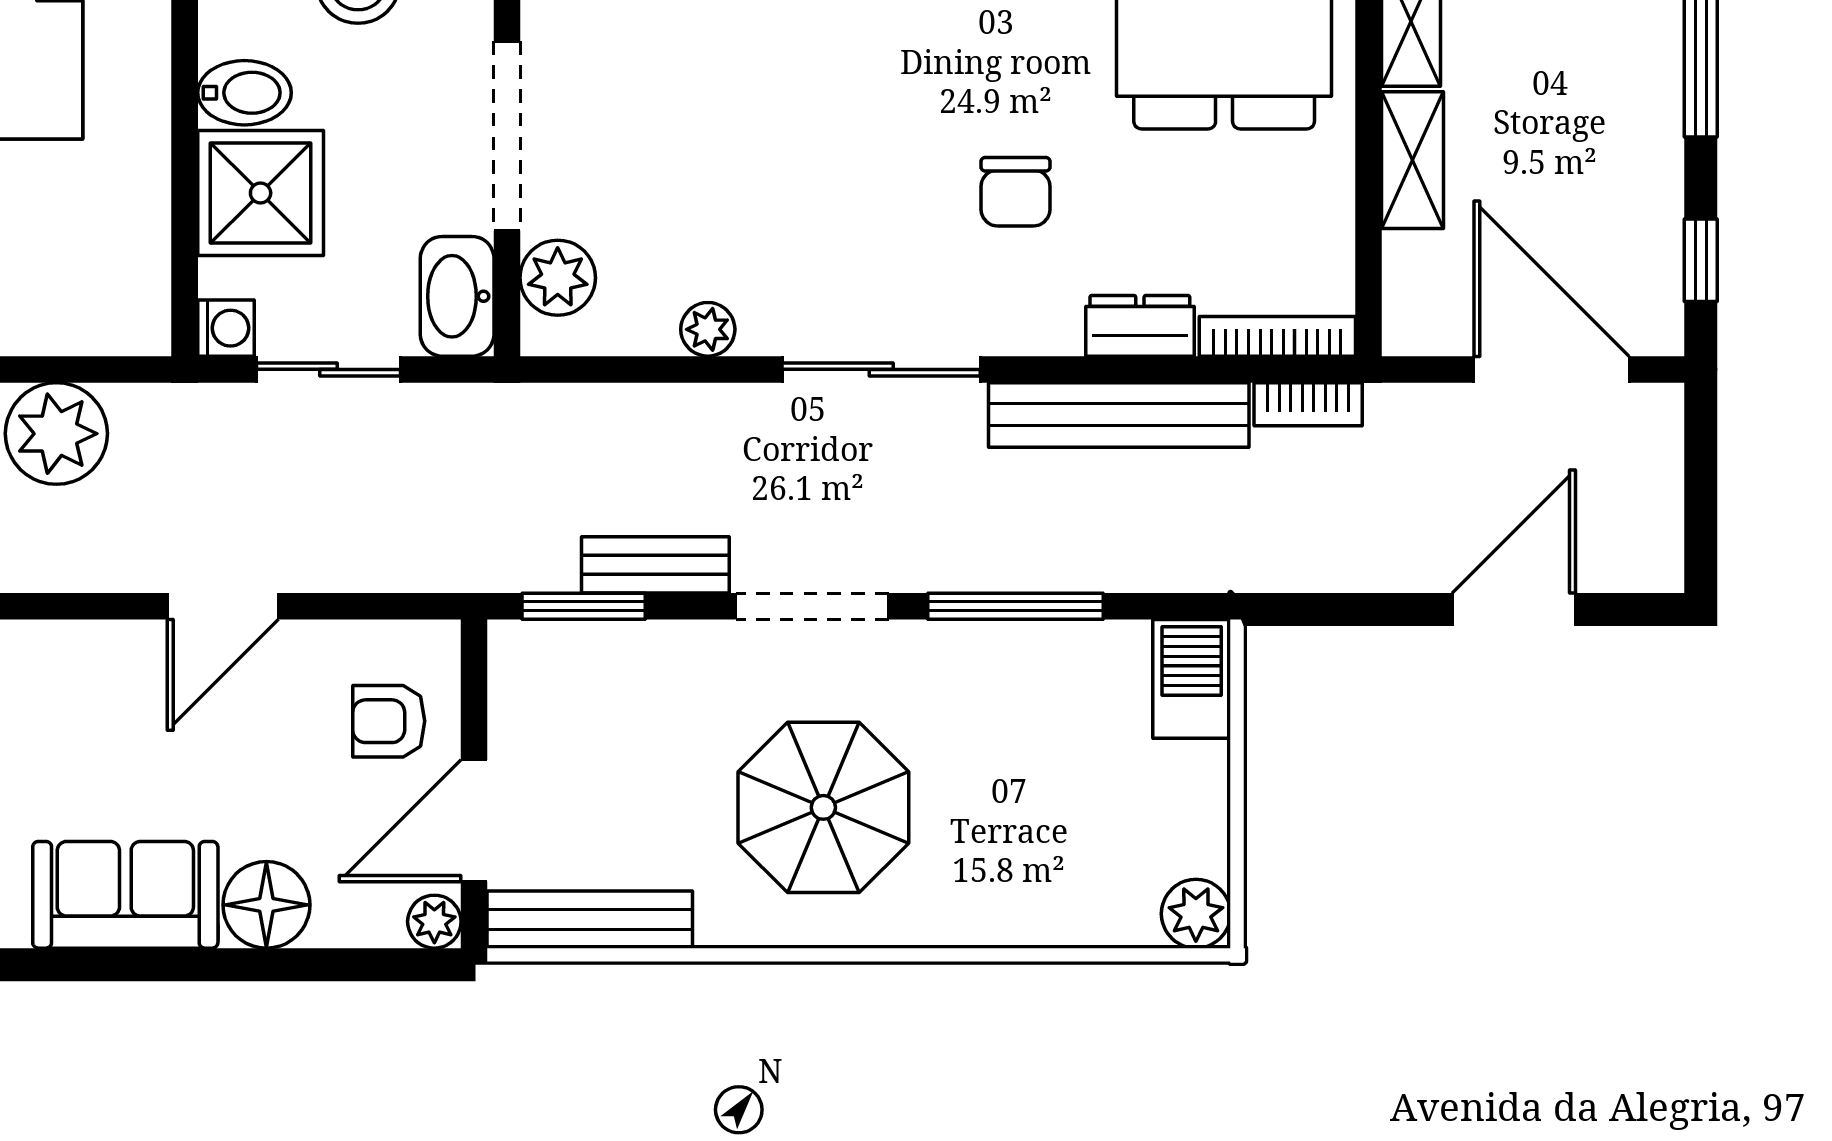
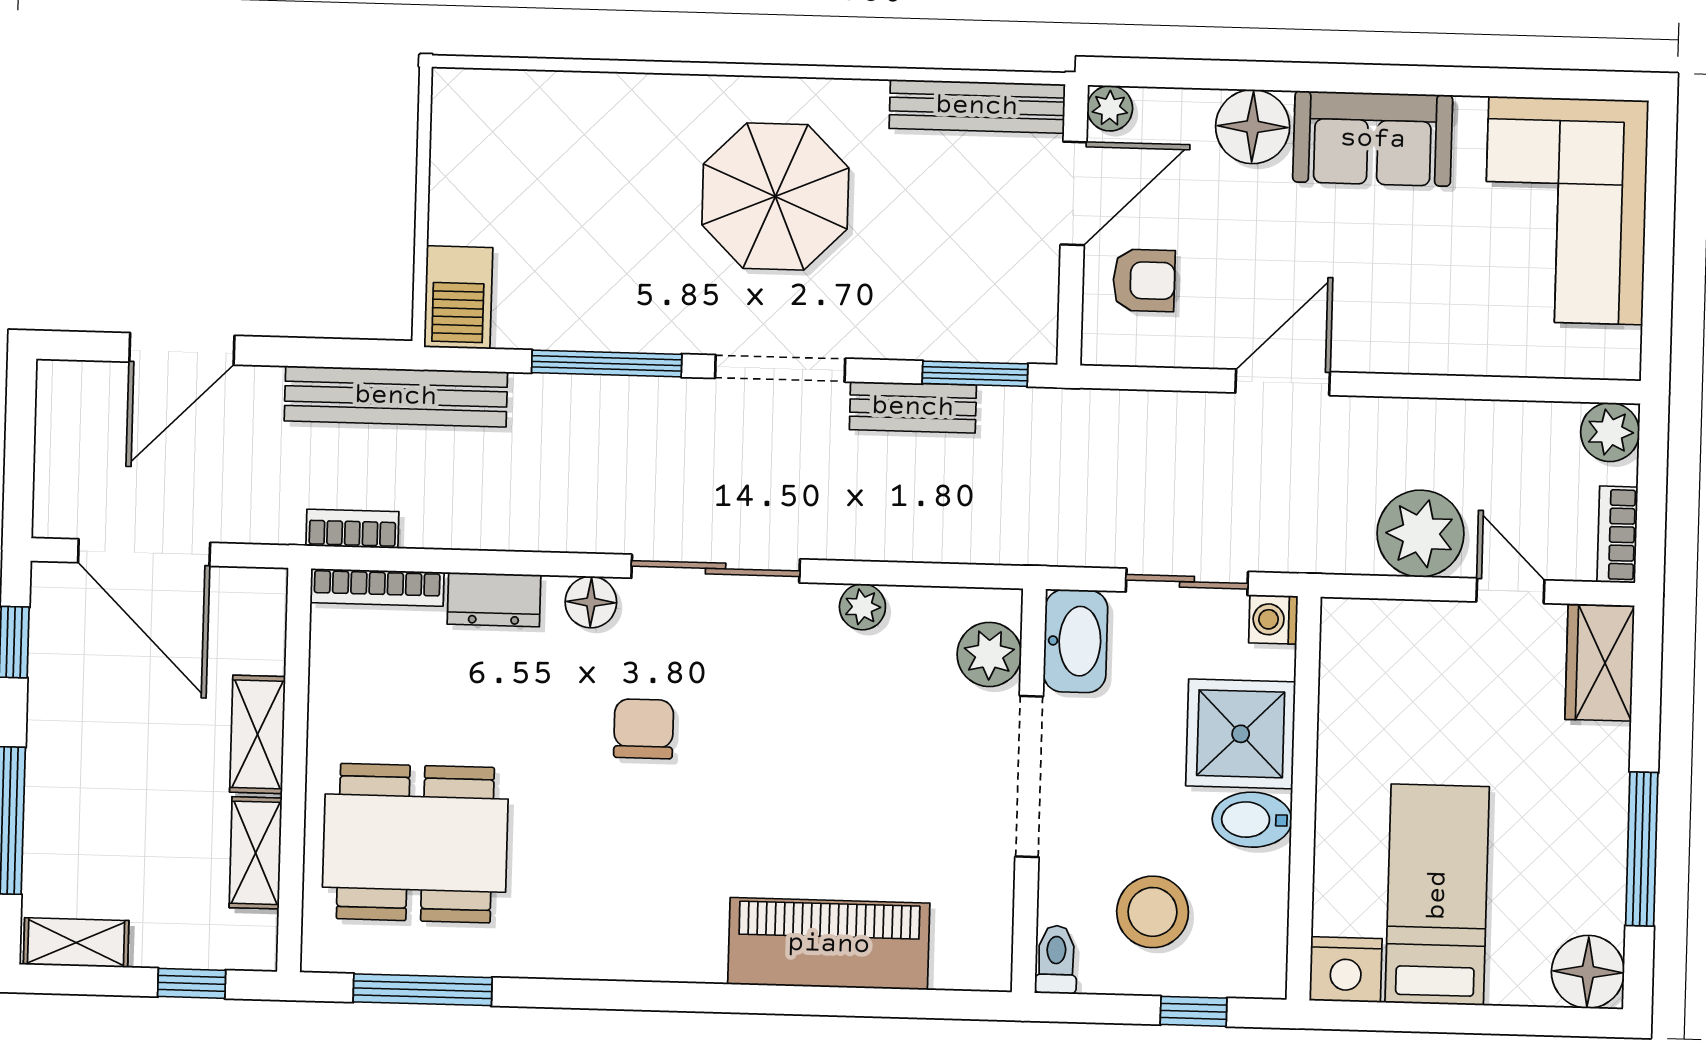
chair: (1016, 192) -> (644, 729), moved
floor lamp: (1026, 326) -> (591, 602), added
bench: (1119, 415) -> (396, 396), moved
plant: (1196, 914) -> (460, 97), removed

